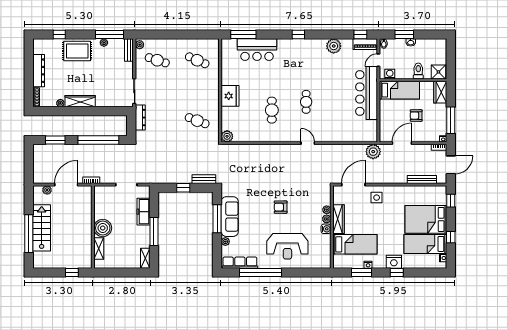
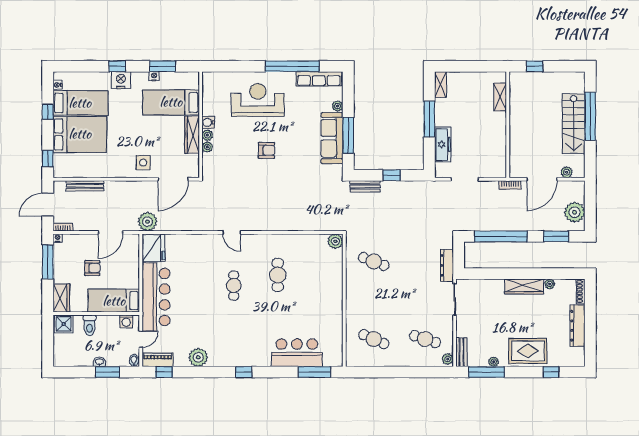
fridge: (230, 96) -> (154, 248), moved, turned 180
plant: (41, 159) -> (575, 212), added
boiler: (103, 228) -> (495, 123), removed

